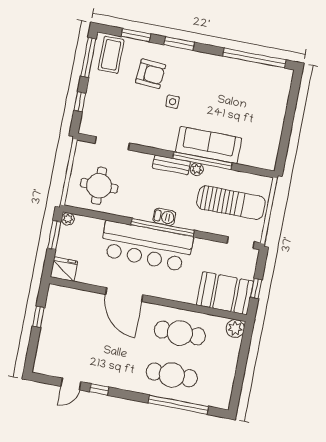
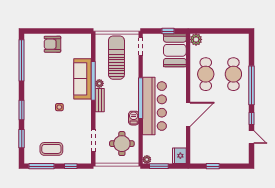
coffee table: (111, 55) -> (51, 149), moved
armchair: (151, 74) -> (52, 44), moved, turned -94
barbecue: (164, 217) -> (134, 118), moved
window: (178, 405) -> (252, 85), moved

